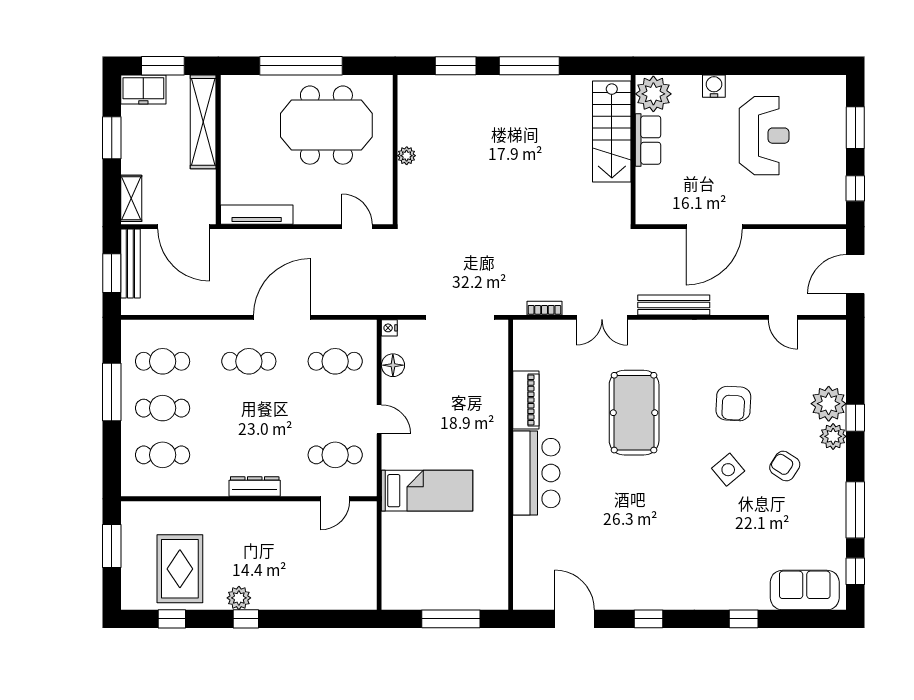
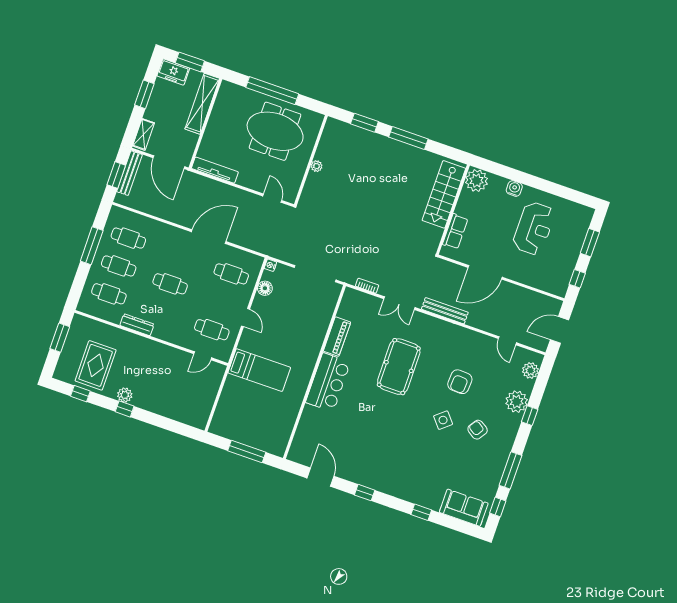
row of seats: (648, 140) -> (455, 231), moved
cafe table: (249, 361) -> (170, 284), moved
plant: (833, 436) -> (530, 370), moved
dresser: (255, 487) -> (137, 325), moved

